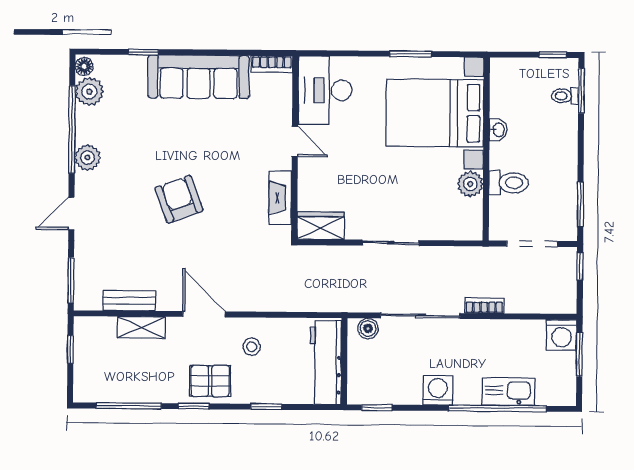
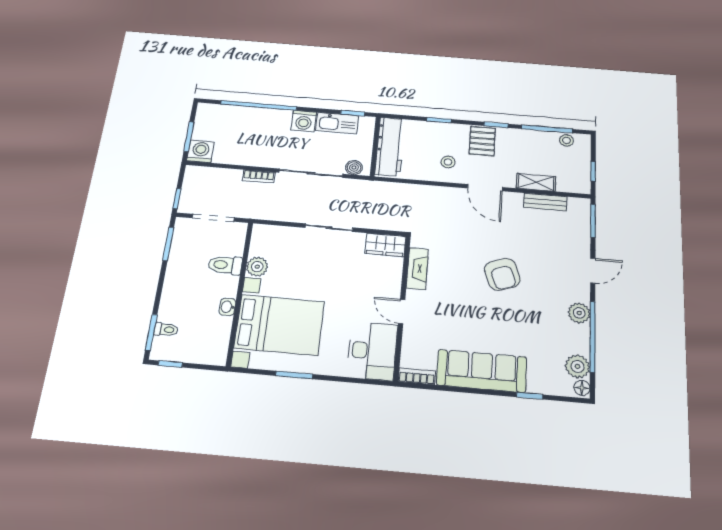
pallet: (210, 381) -> (482, 141), turned 90
stool: (104, 391) -> (567, 140), added
kitchen sink: (508, 392) -> (337, 123), moved

